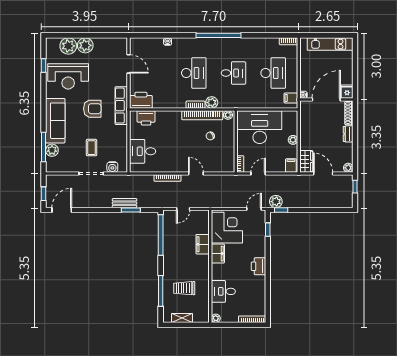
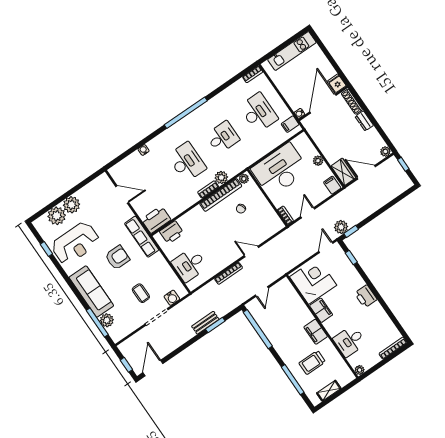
filing cabinet: (203, 244) -> (316, 332), moved

